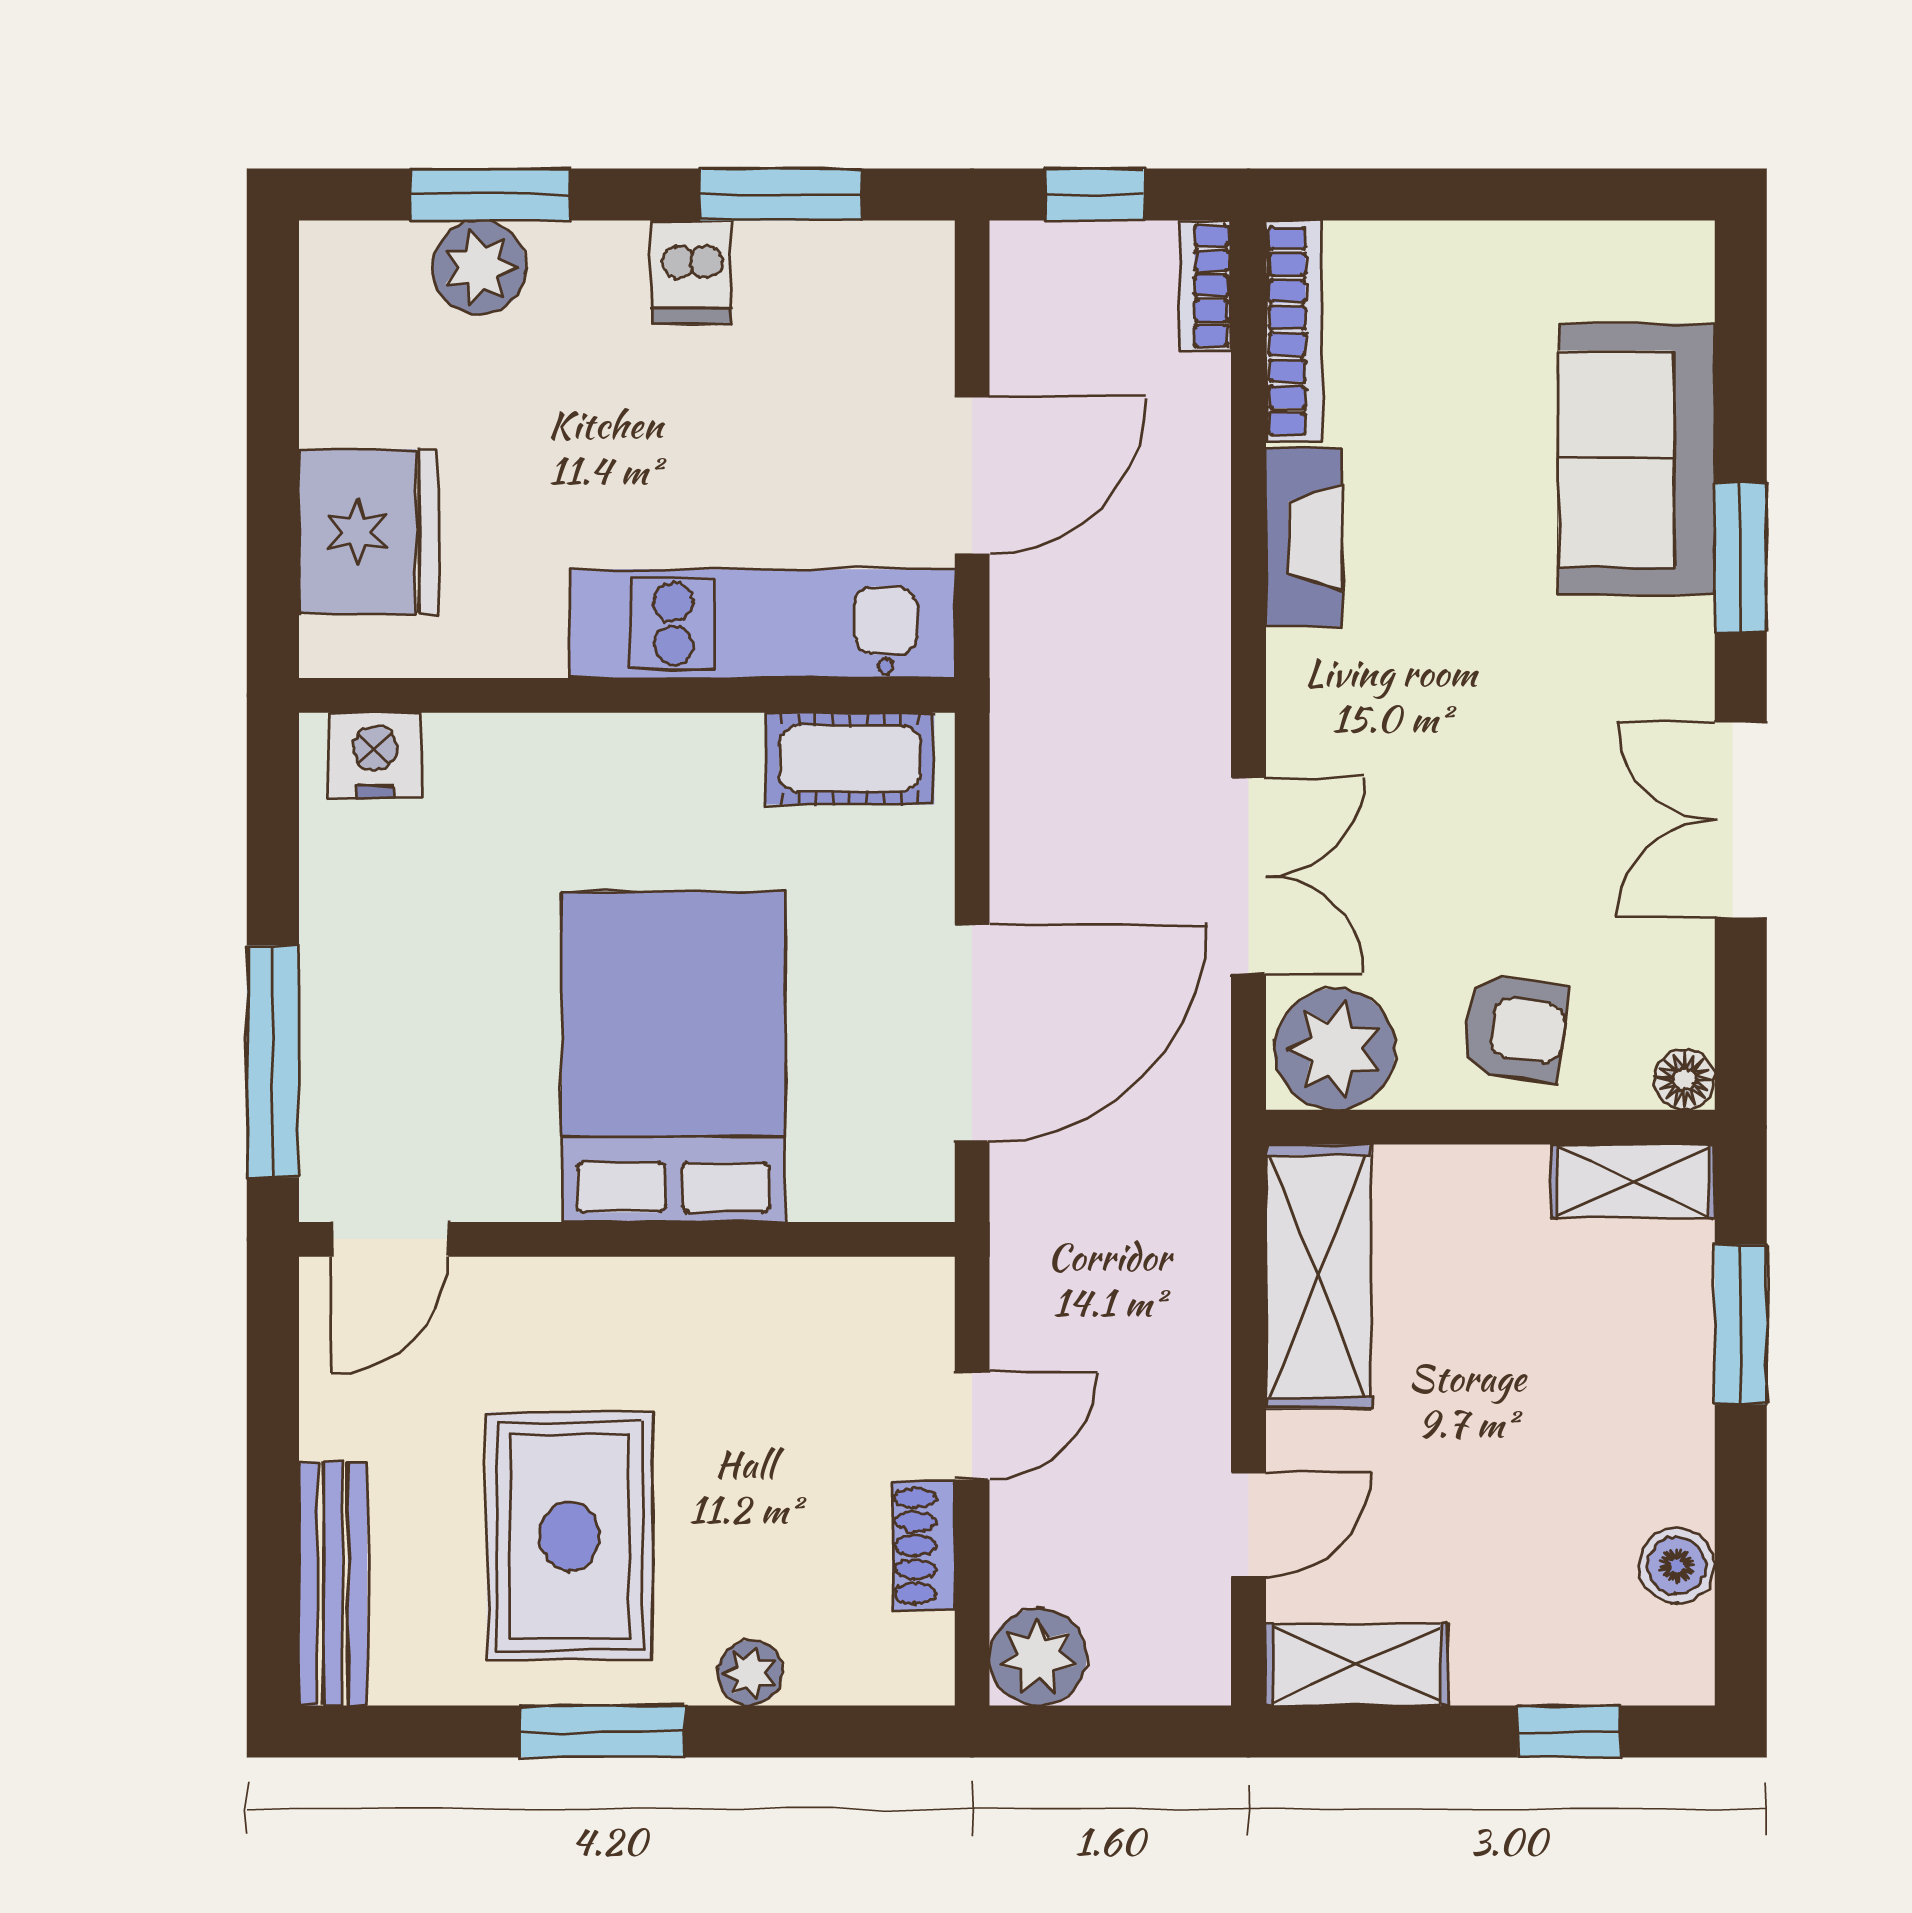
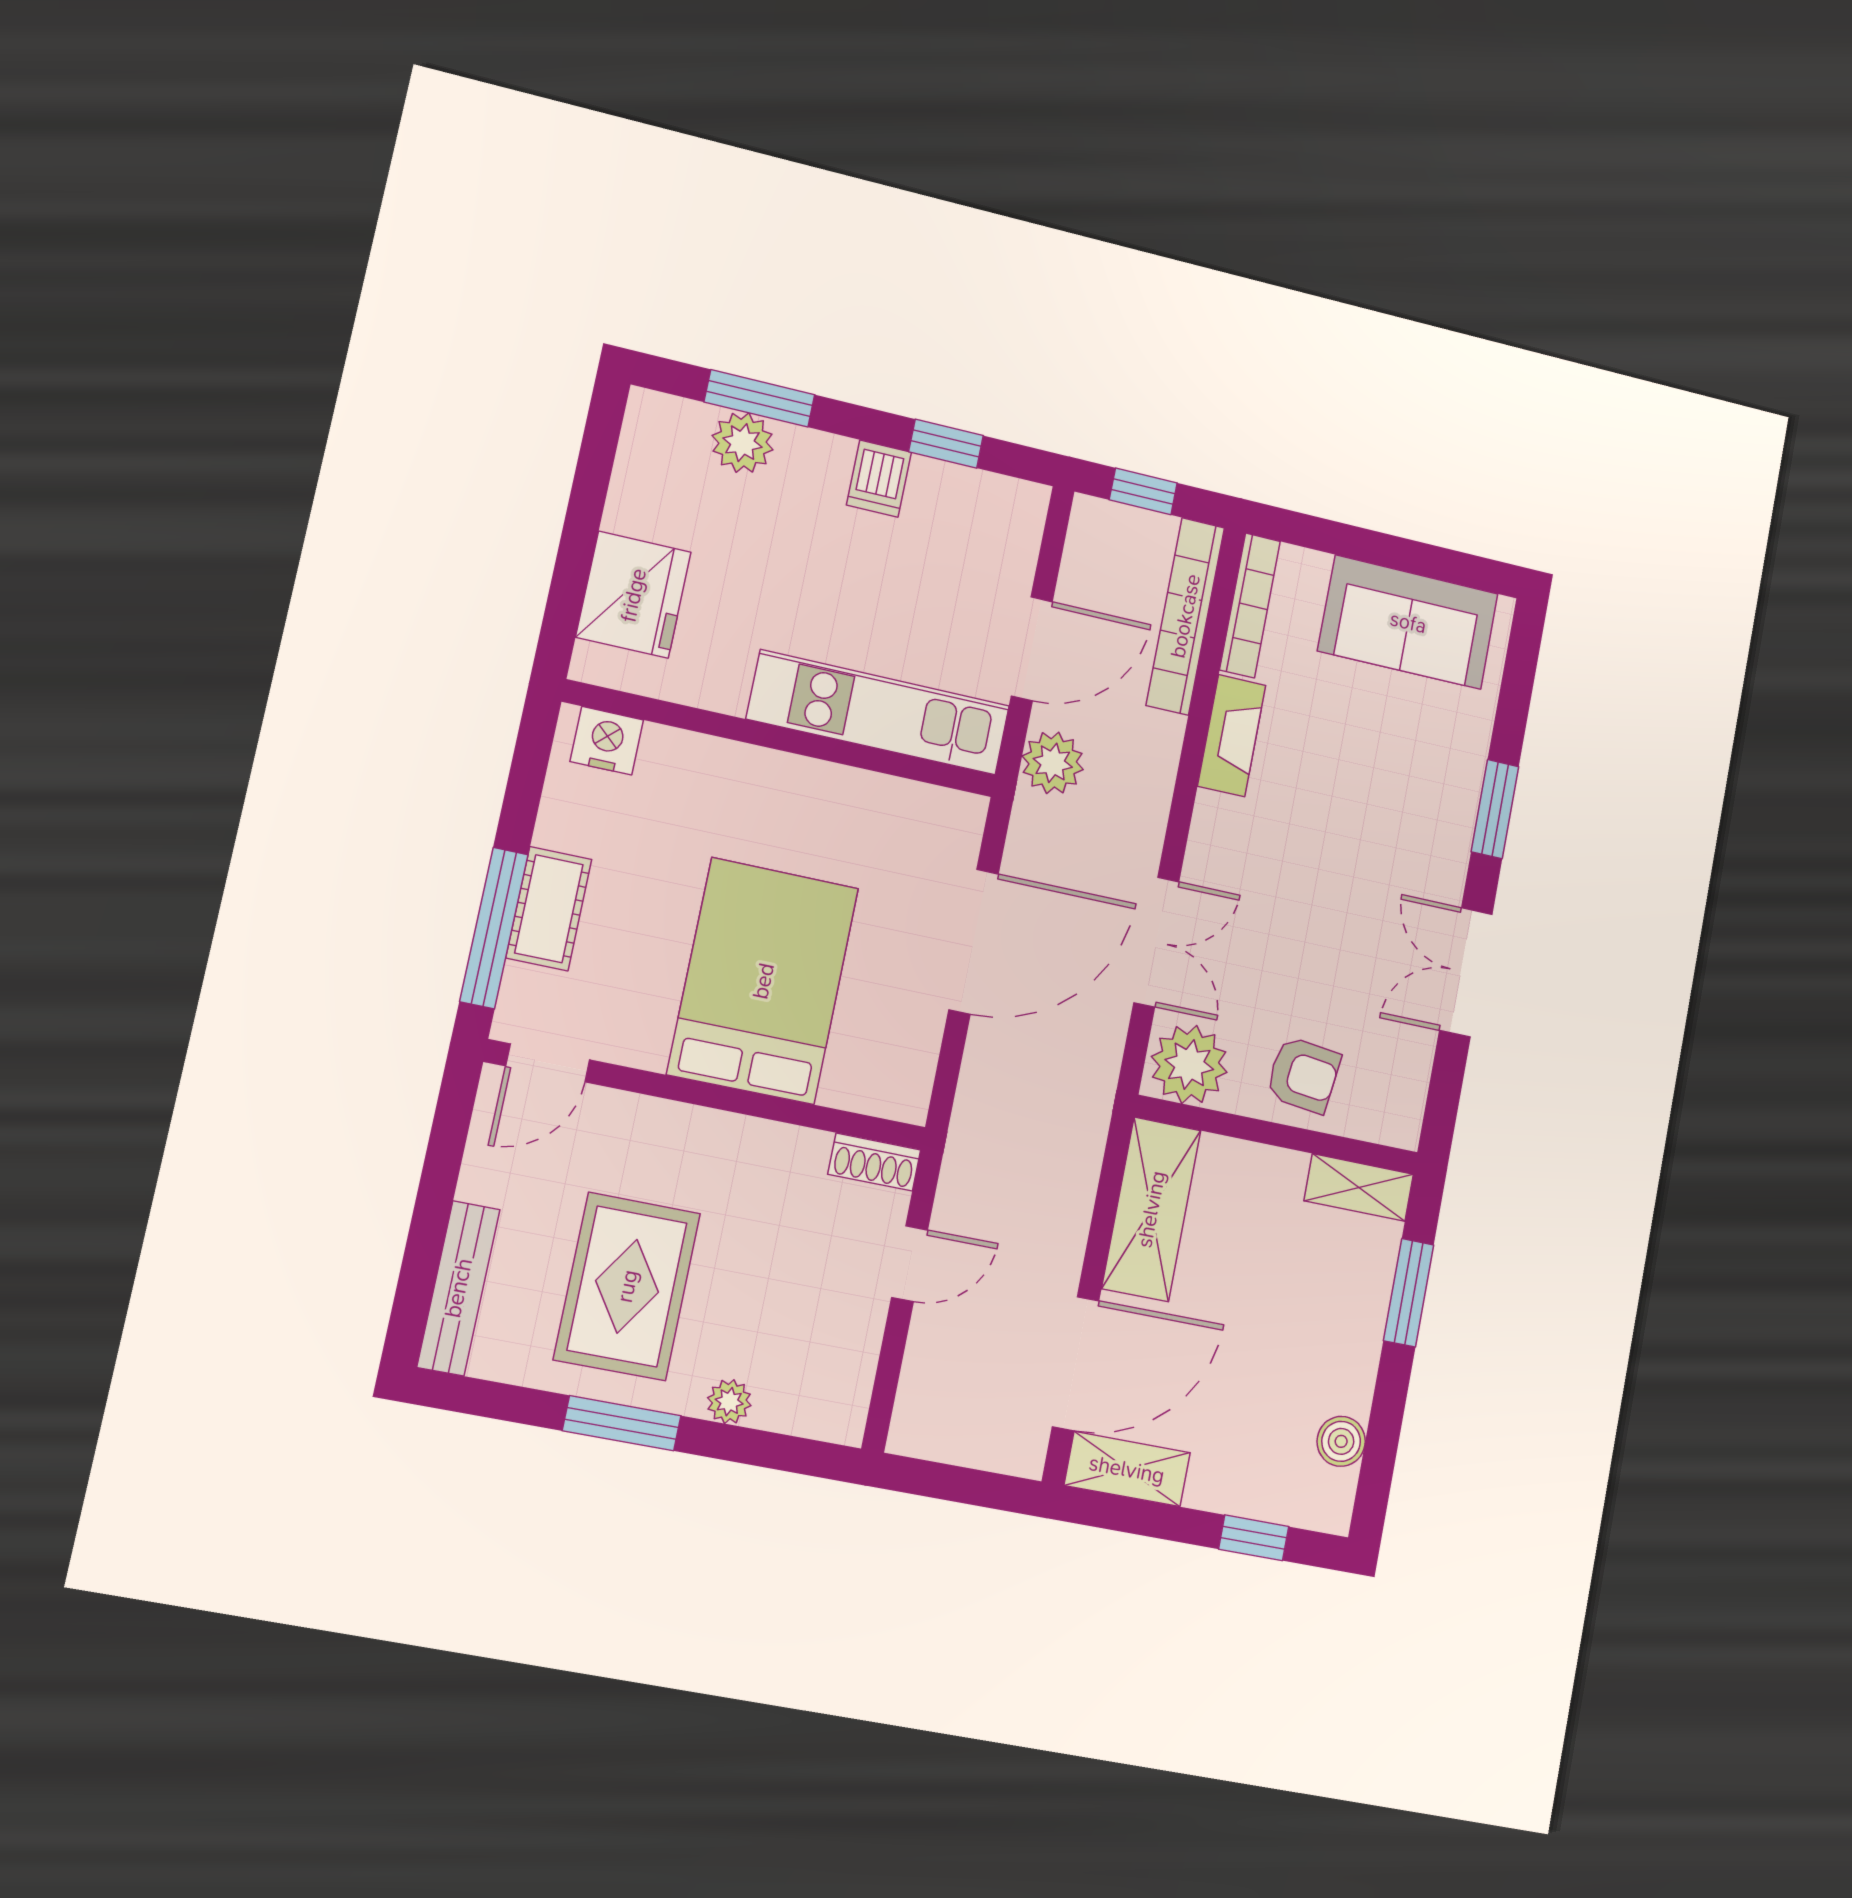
window: (781, 195) -> (946, 444), width x0.67
bookcase: (1205, 286) -> (1185, 616), width x2.31, depth x1.31
sofa: (1637, 459) -> (1408, 622), moved, turned -90
cot: (850, 758) -> (549, 909), moved, turned 90
door: (972, 1033) -> (974, 942), moved
floor lamp: (1684, 1079) -> (1402, 1129), removed
door: (1249, 1525) -> (1076, 1364), width x1.87
shoe rack: (924, 1546) -> (874, 1162), moved, turned -90
plant: (1038, 1657) -> (1053, 763), moved

